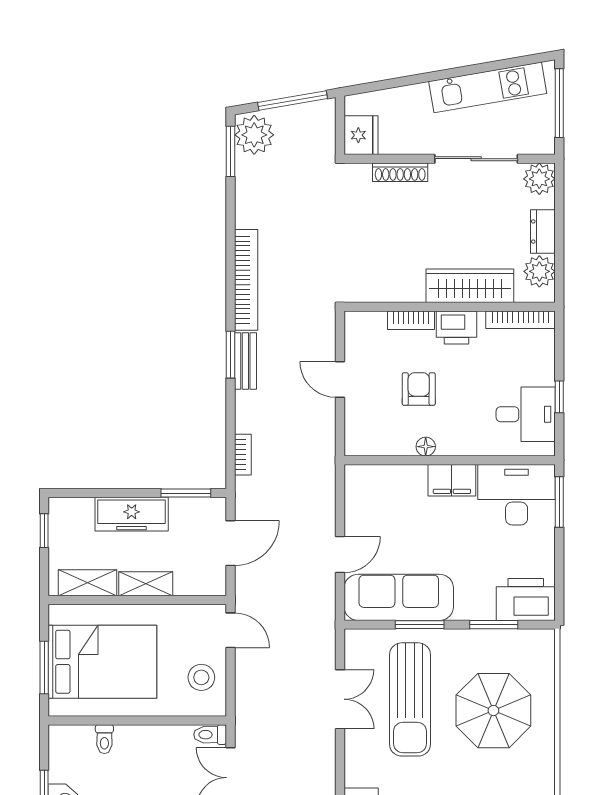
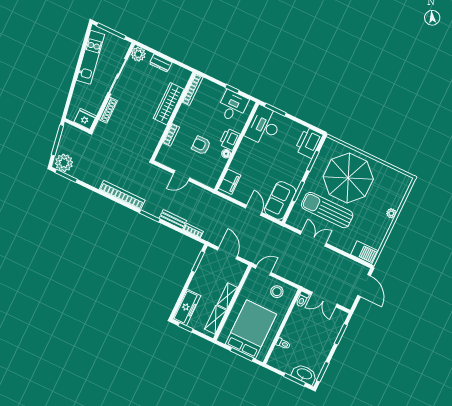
plant: (539, 271) -> (176, 72), removed
printer: (457, 327) -> (229, 139), moved, turned 180
bench: (245, 361) -> (173, 219), moved
filing cabinet: (452, 480) -> (230, 182), moved
freezer: (132, 514) -> (187, 307), moved
sofa: (399, 597) -> (280, 200), width x0.73
sun lounger: (410, 699) -> (327, 210), turned 180
parasol: (493, 711) -> (348, 178), width x1.36, depth x1.36

